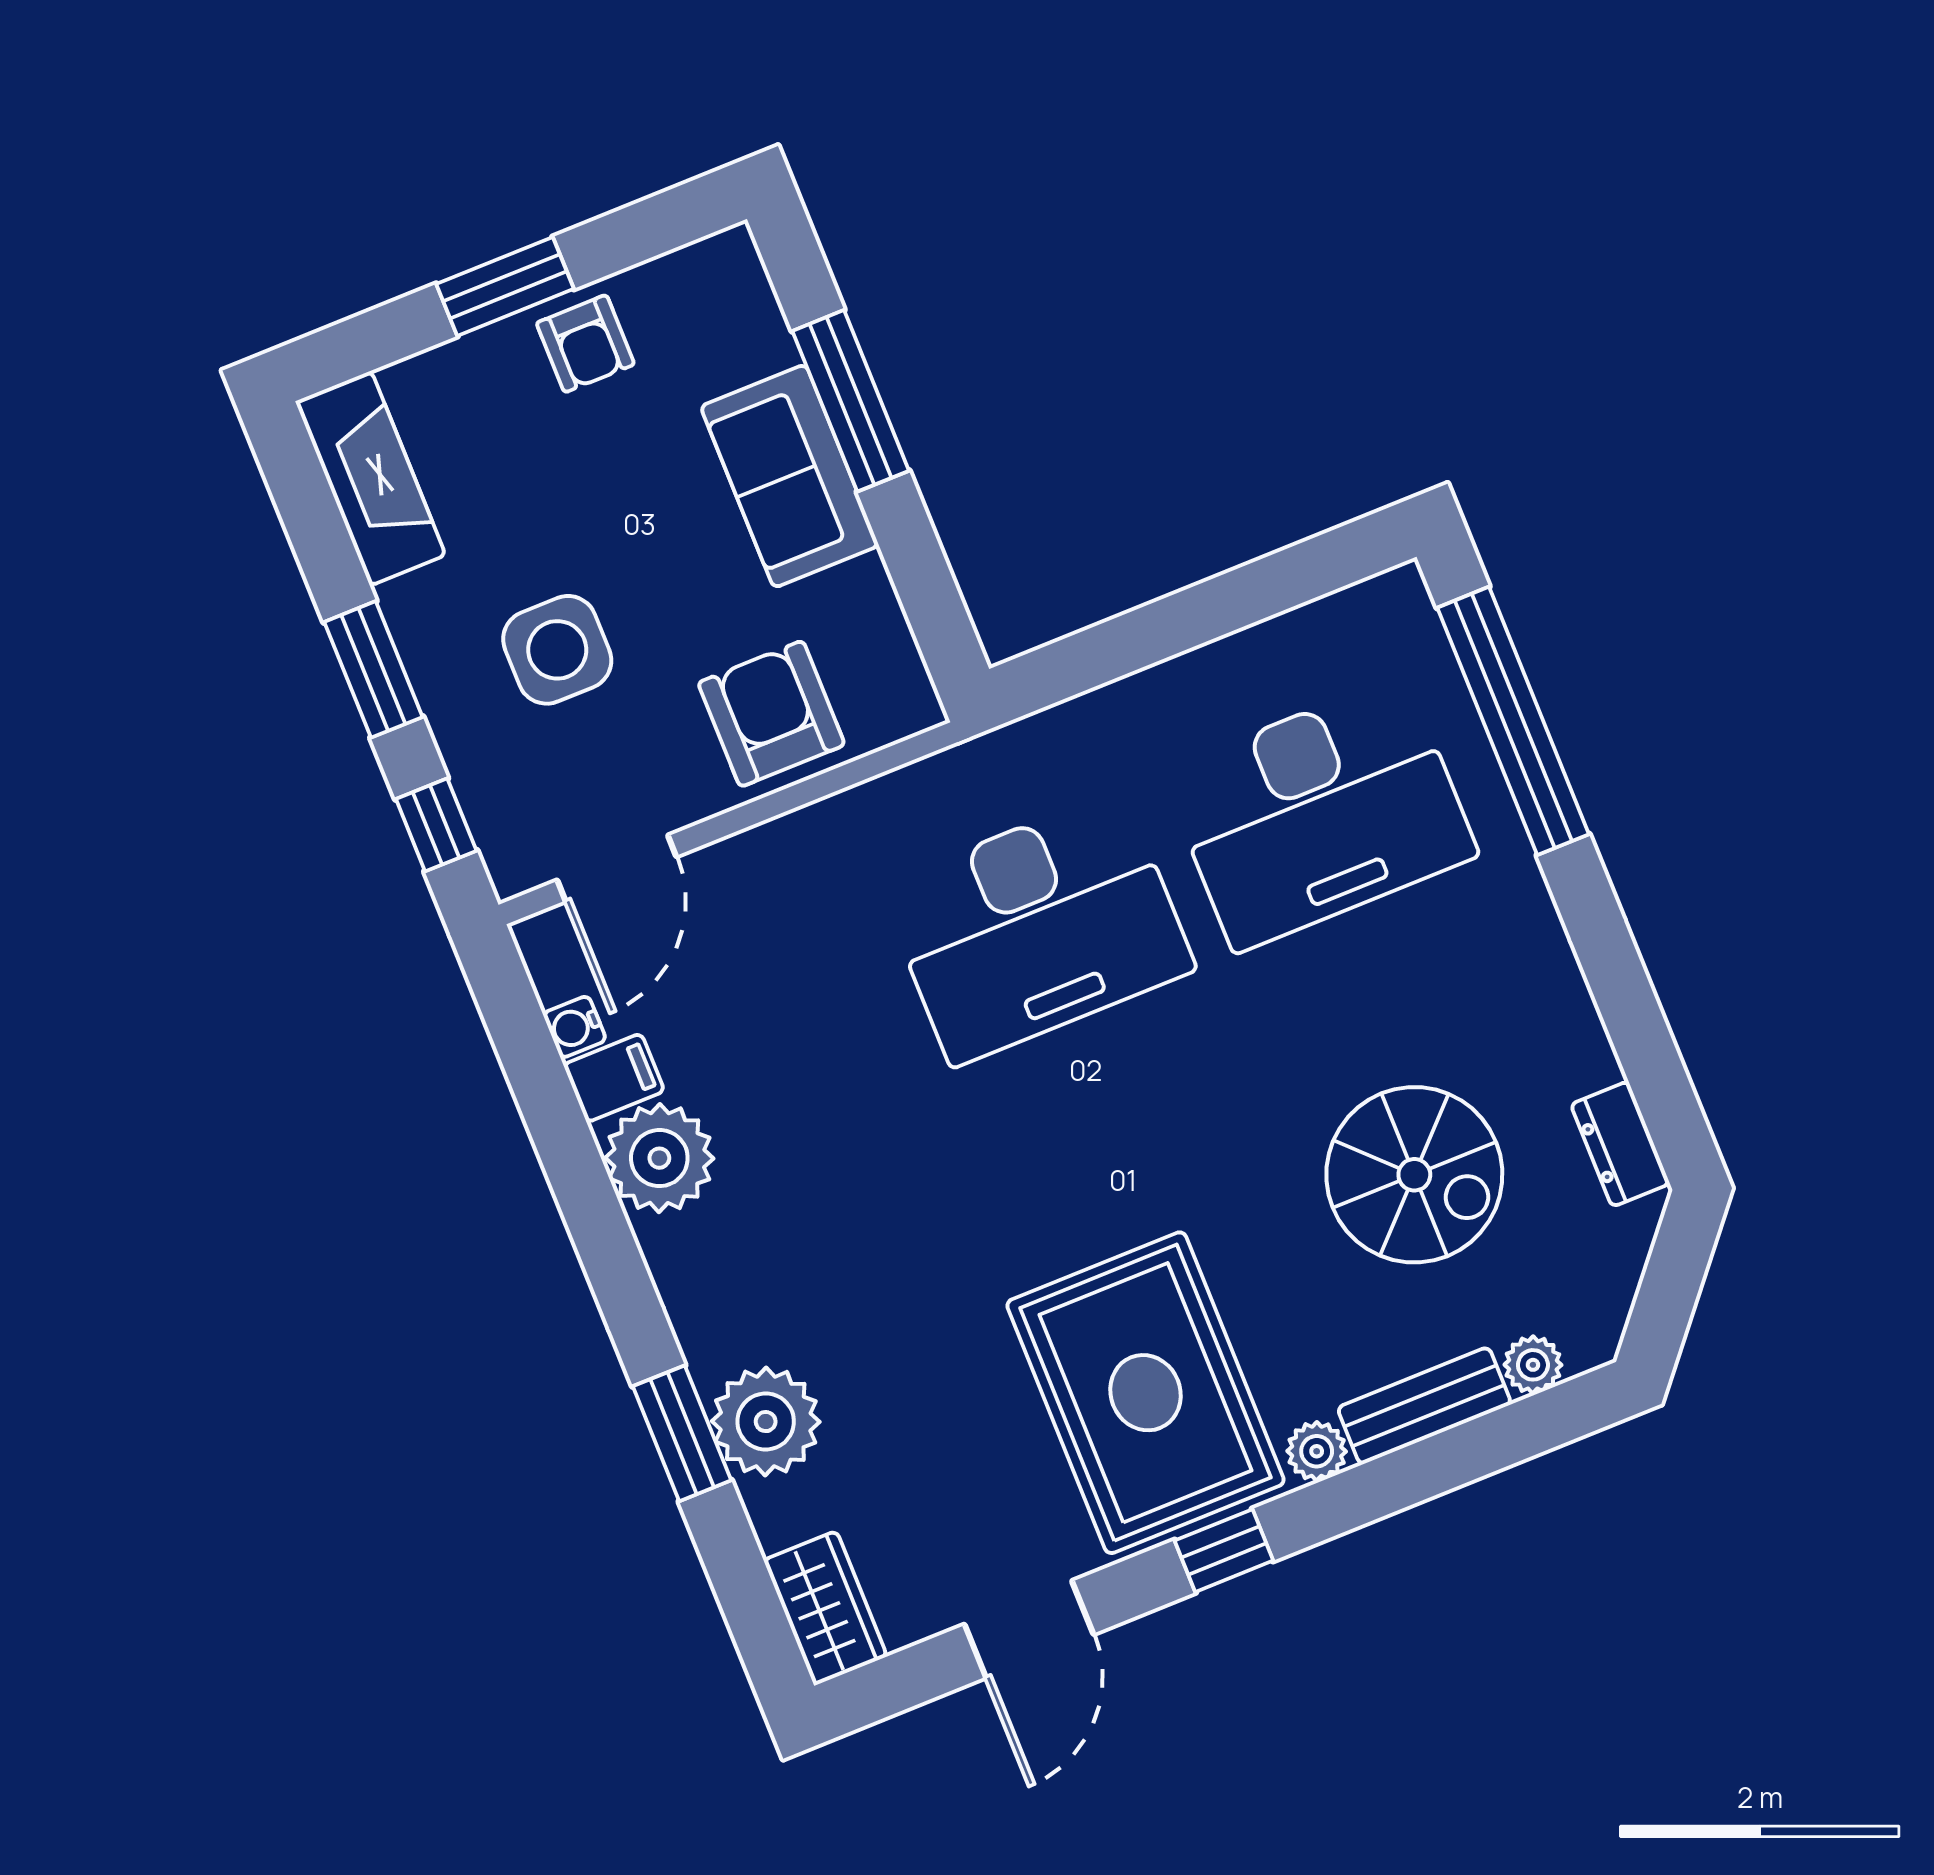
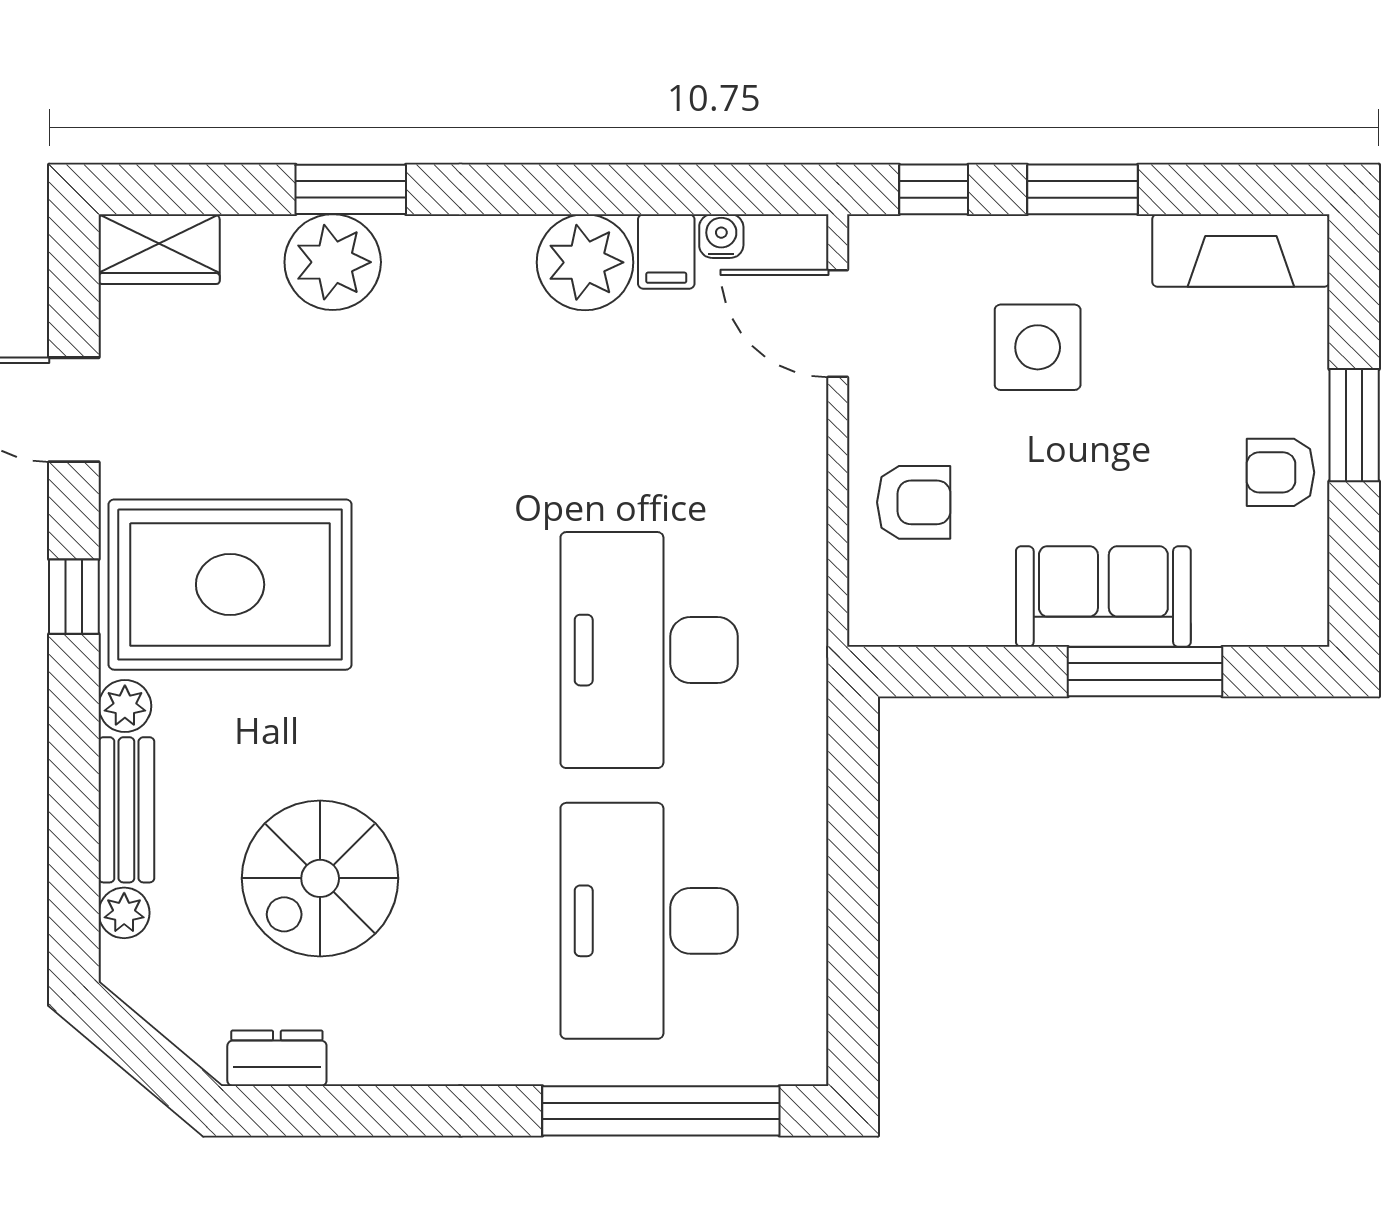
armchair: (771, 714) -> (914, 502), width x0.72, depth x0.72

